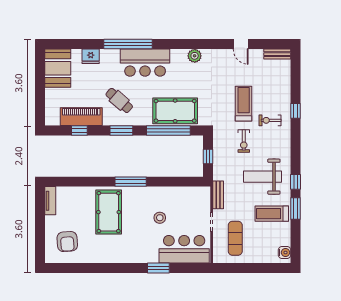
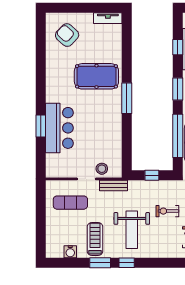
weight bench: (263, 177) -> (132, 230), turned 180
stool: (160, 218) -> (102, 169), moved
armchair: (67, 242) -> (67, 35), turned 47
bar counter: (184, 249) -> (59, 128), moved
water cooler: (285, 252) -> (70, 252), moved

